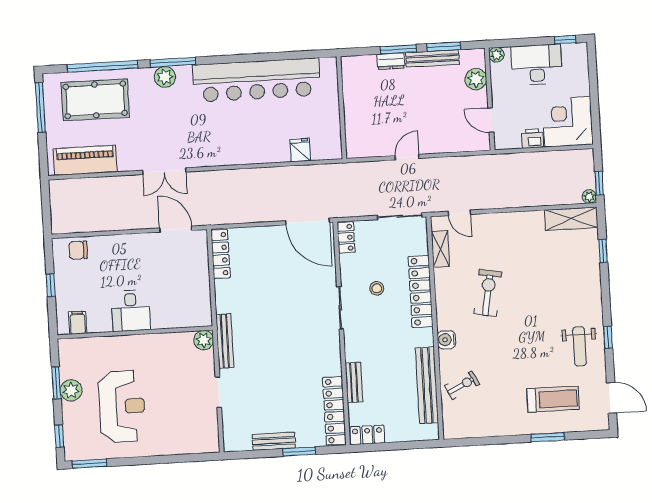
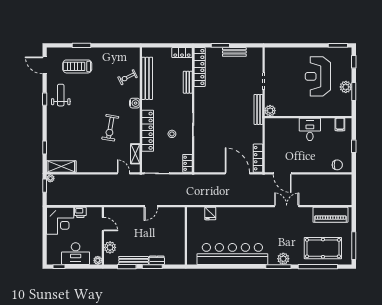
door: (308, 222) -> (237, 173), moved

